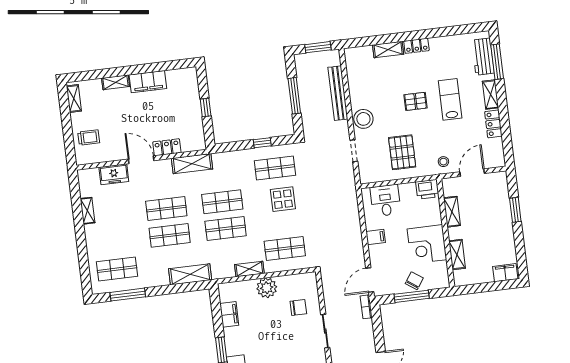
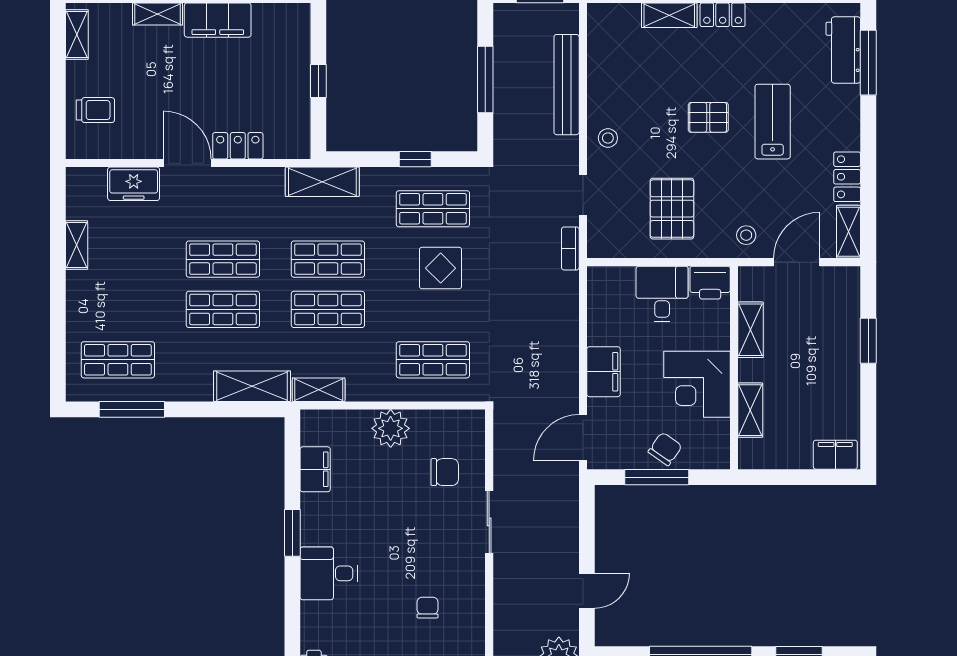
shelving: (491, 95) -> (849, 232), moved
stool: (363, 119) -> (608, 138), width x0.53, depth x0.53
shelving: (192, 164) -> (322, 182), moved
desk: (385, 201) -> (662, 294), moved
filing cabinet: (376, 237) -> (604, 372), width x2.00
shelving: (249, 269) -> (319, 390), moved
bookcase: (366, 307) -> (570, 248), moved

